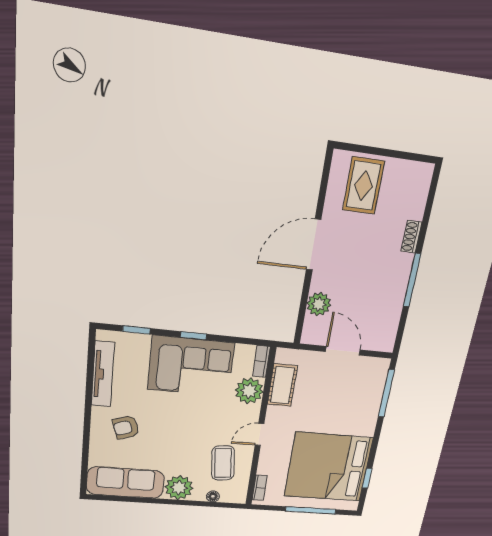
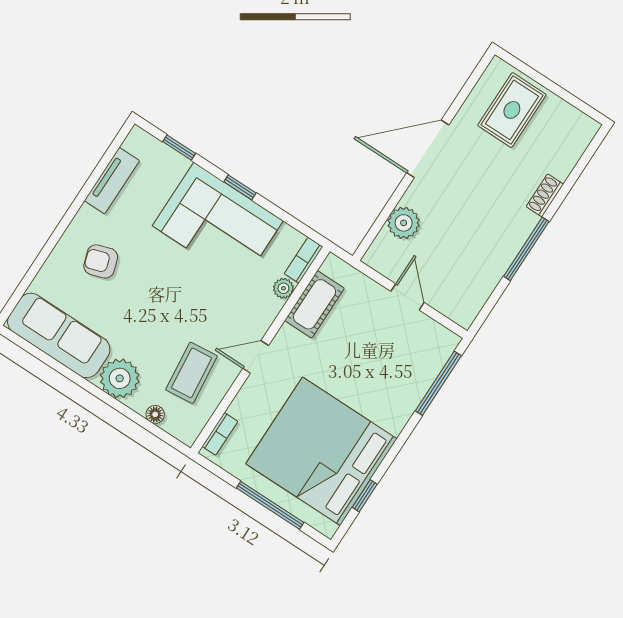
door: (343, 351) -> (407, 297), width x0.73
tv unit: (103, 374) -> (112, 181), width x0.71
plant: (249, 391) -> (283, 288), width x0.53, depth x0.53

